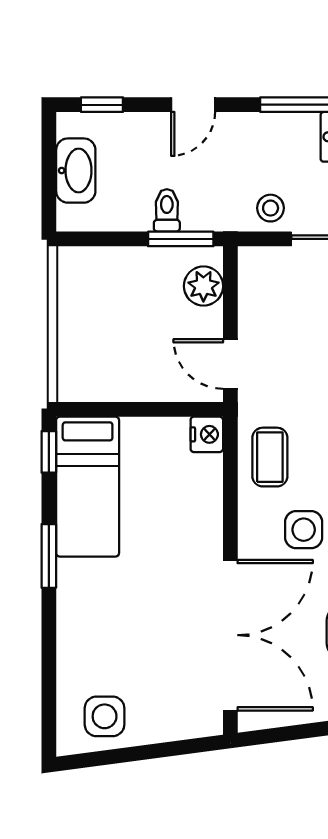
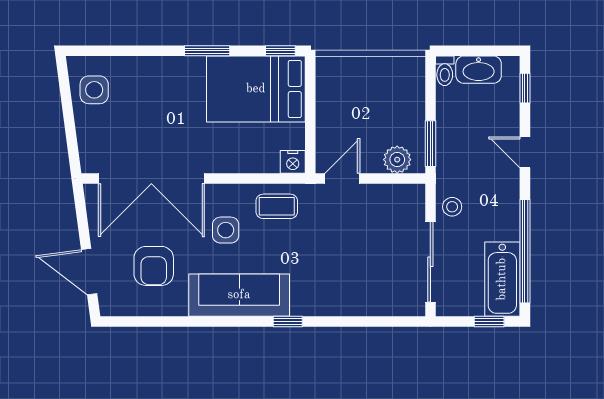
toilet: (167, 210) -> (445, 71), moved, turned 90
bed: (88, 487) -> (256, 89), width x1.50

